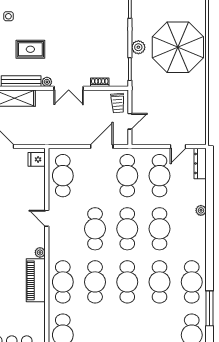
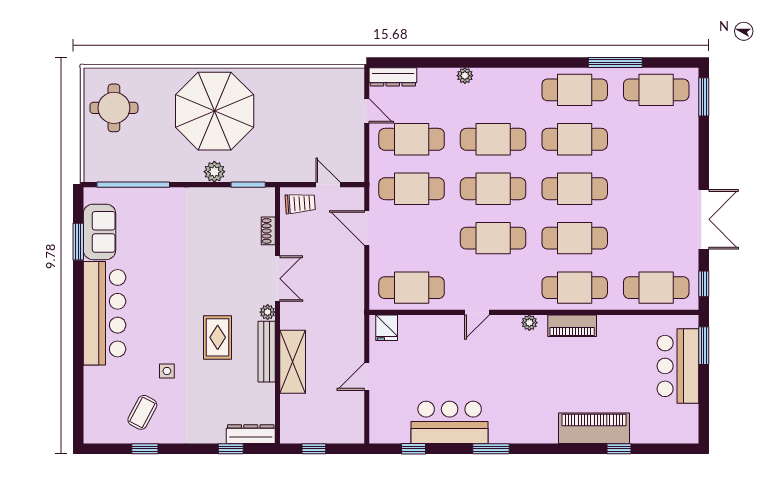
piano: (36, 280) -> (572, 326), width x0.73, depth x0.75

